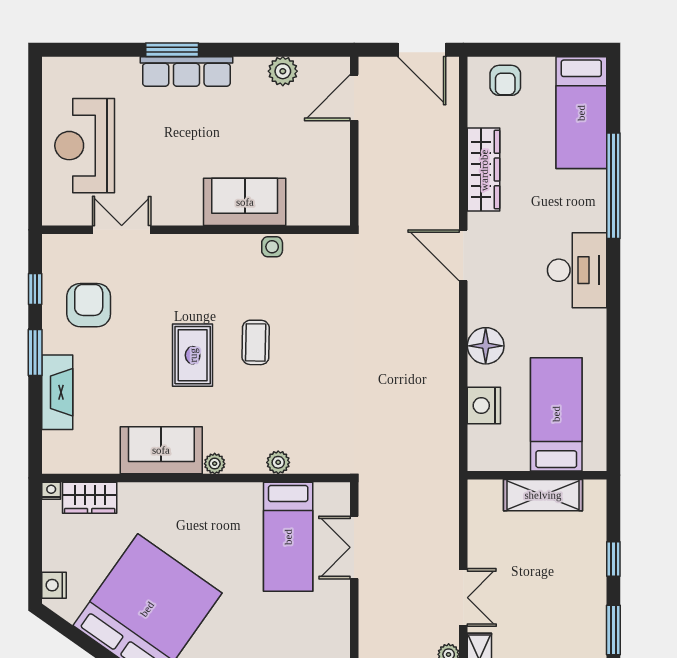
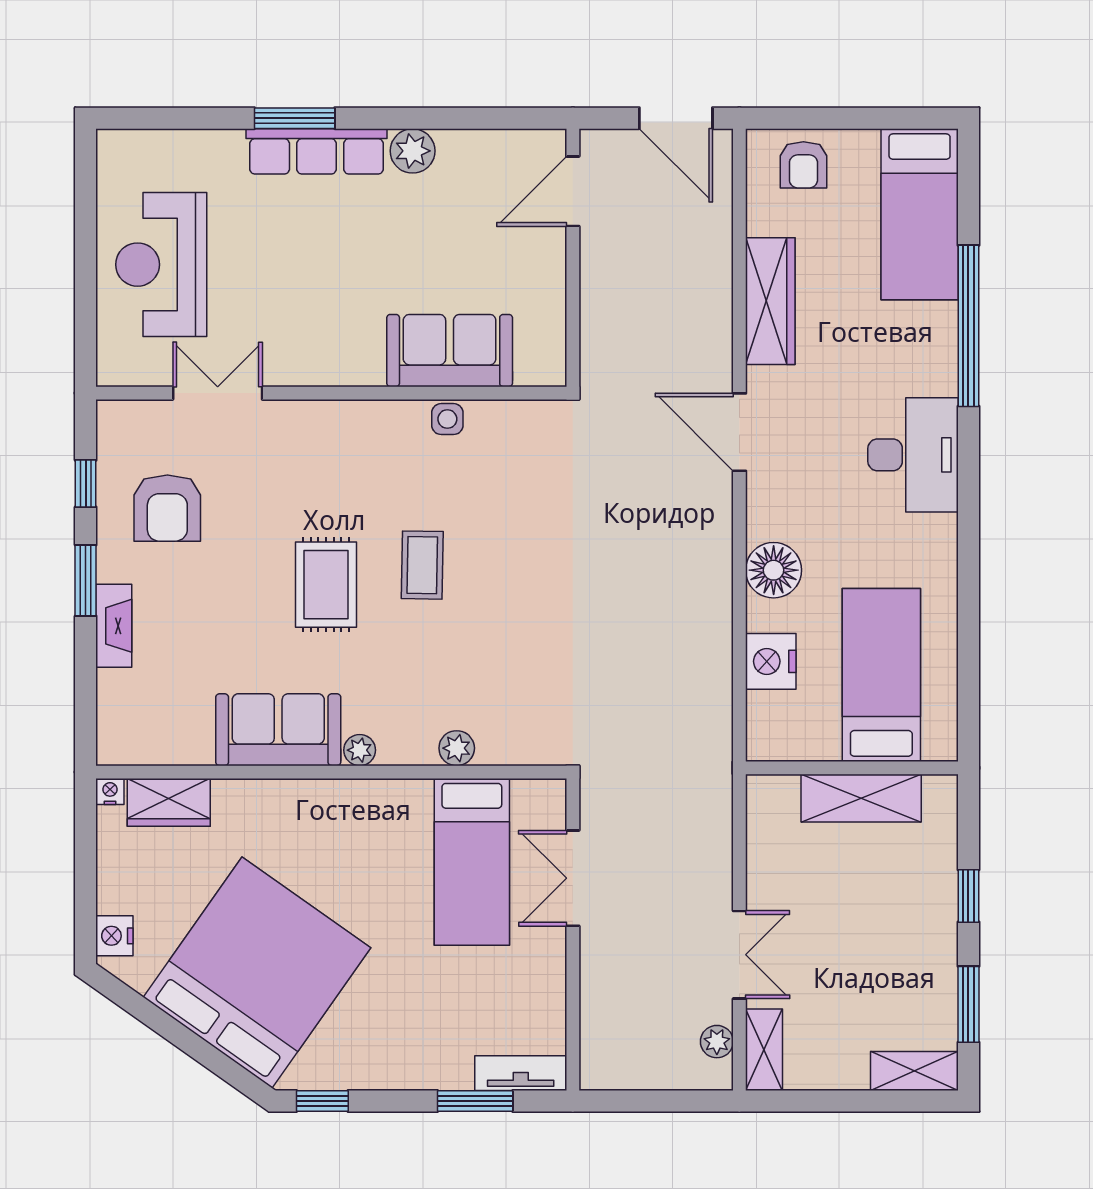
plant: (283, 71) -> (413, 151), moved
sofa: (245, 202) -> (450, 351), moved
armchair: (89, 305) -> (167, 508), turned 180
fireplace: (57, 392) -> (114, 626), width x0.73, depth x0.76

